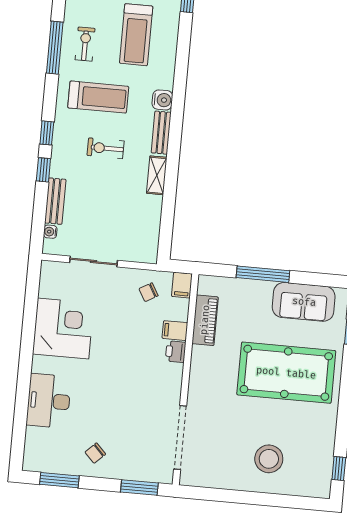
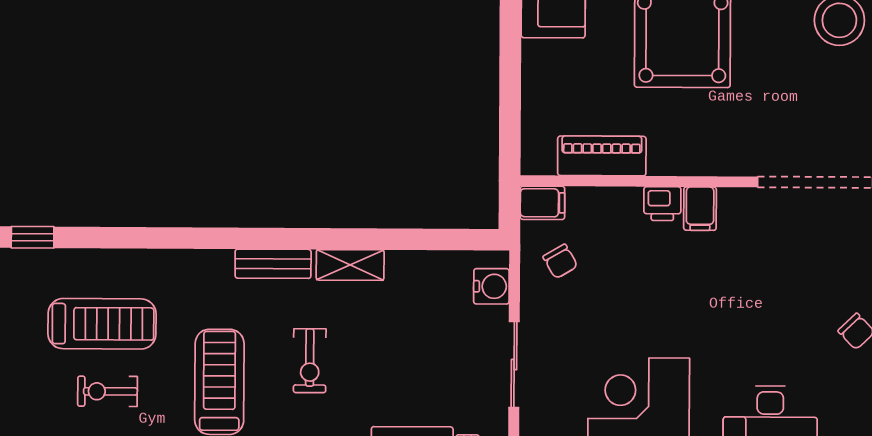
exercise bike: (85, 44) -> (107, 391), moved
water cooler: (162, 100) -> (491, 286), moved, turned 90
window: (263, 274) -> (510, 60), removed
filing cabinet: (175, 331) -> (700, 209), moved

